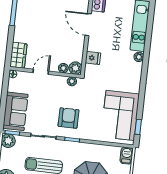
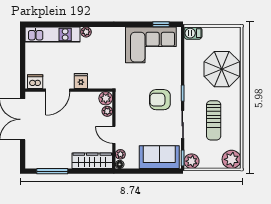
wardrobe: (18, 55) -> (92, 161), width x1.50
fridge: (93, 58) -> (81, 81), moved
plant: (72, 81) -> (120, 154), moved

